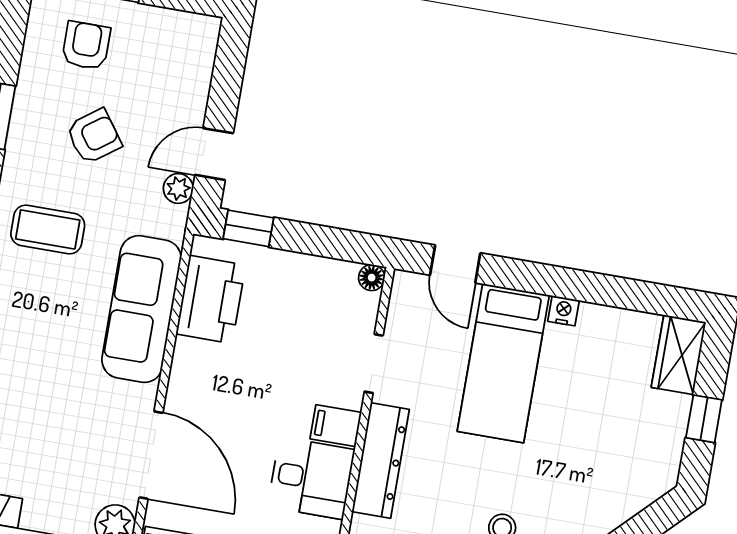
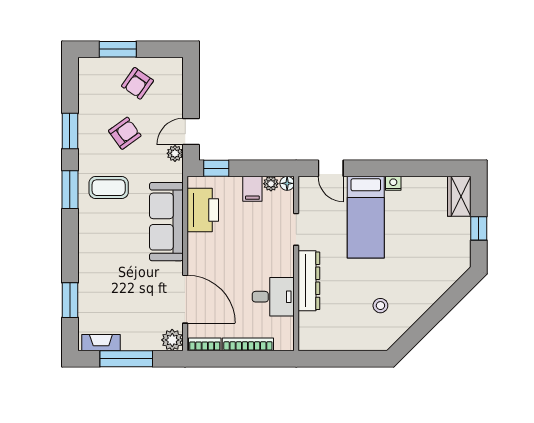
armchair: (86, 46) -> (137, 83), moved, turned -145
plant: (342, 273) -> (271, 184), added
filing cabinet: (336, 426) -> (252, 189), moved, turned -90

